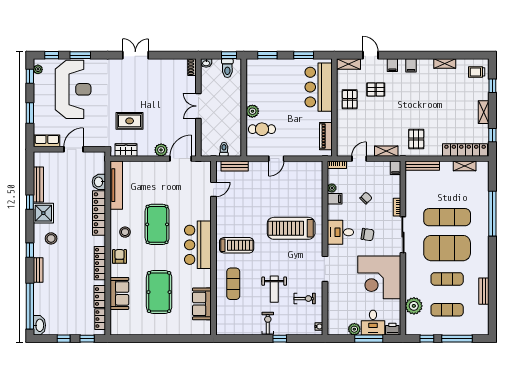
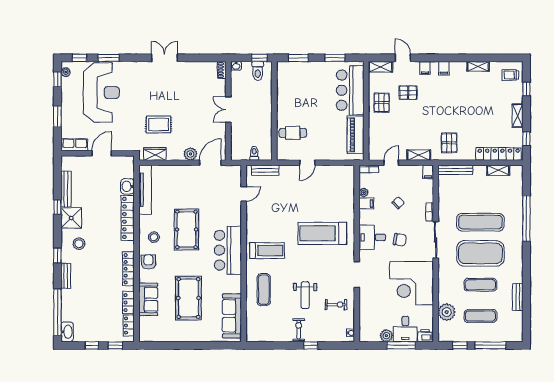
plant: (252, 111) -> (283, 115), removed
piano: (326, 136) -> (356, 135), width x1.37, depth x1.33
sofa: (202, 304) -> (232, 316), width x1.36

